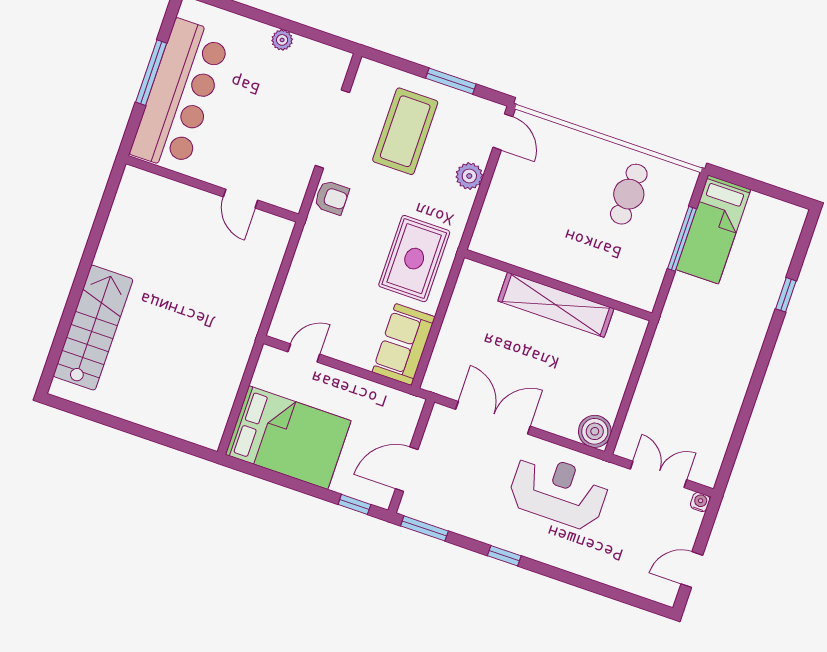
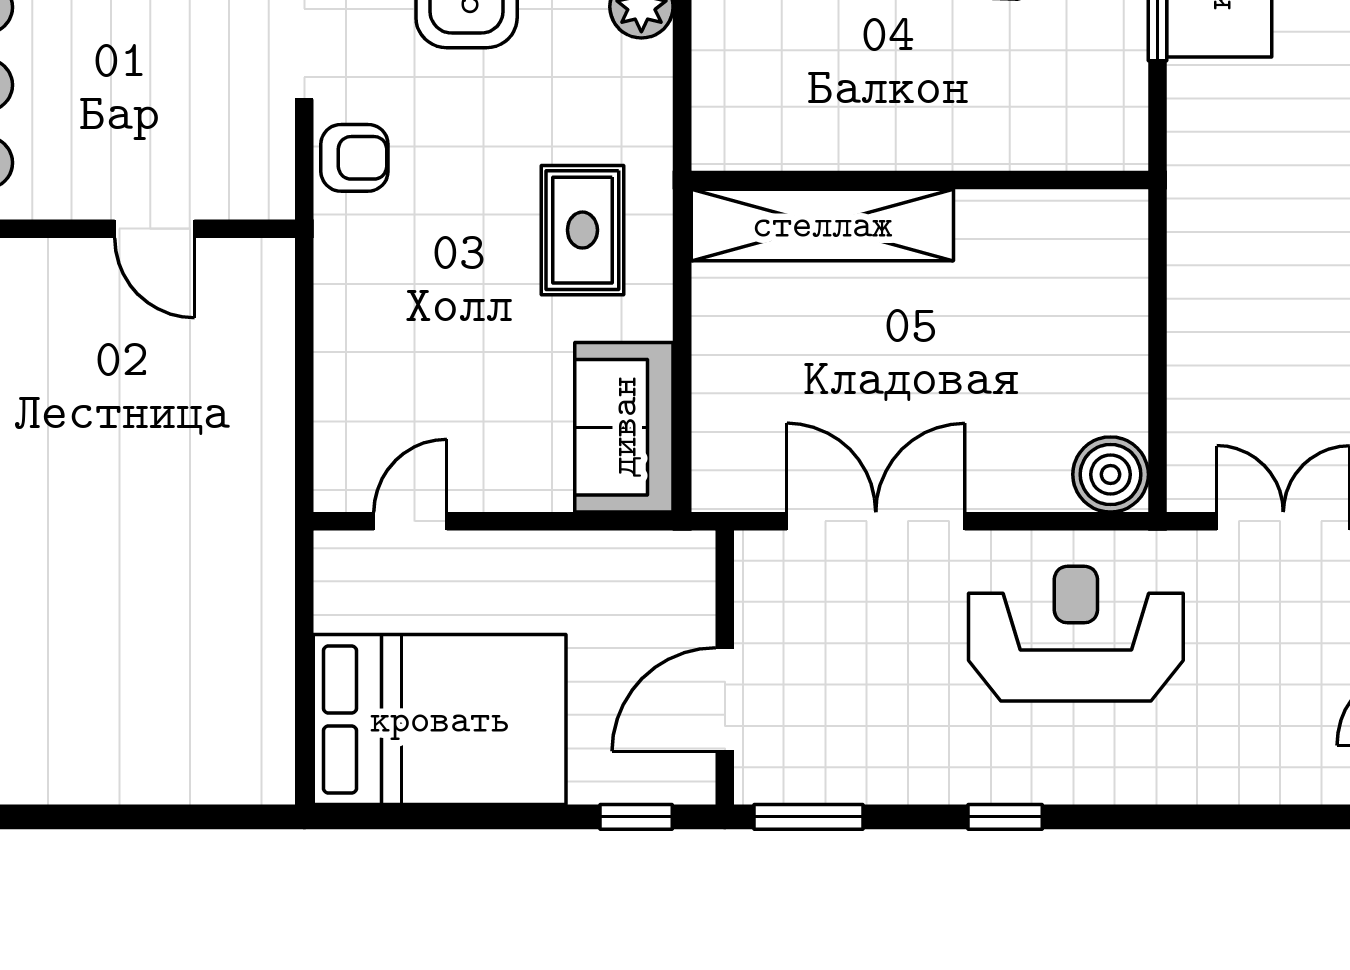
rug: (414, 259) -> (582, 230), width x0.73, depth x0.70
shelving: (556, 305) -> (822, 225), moved

